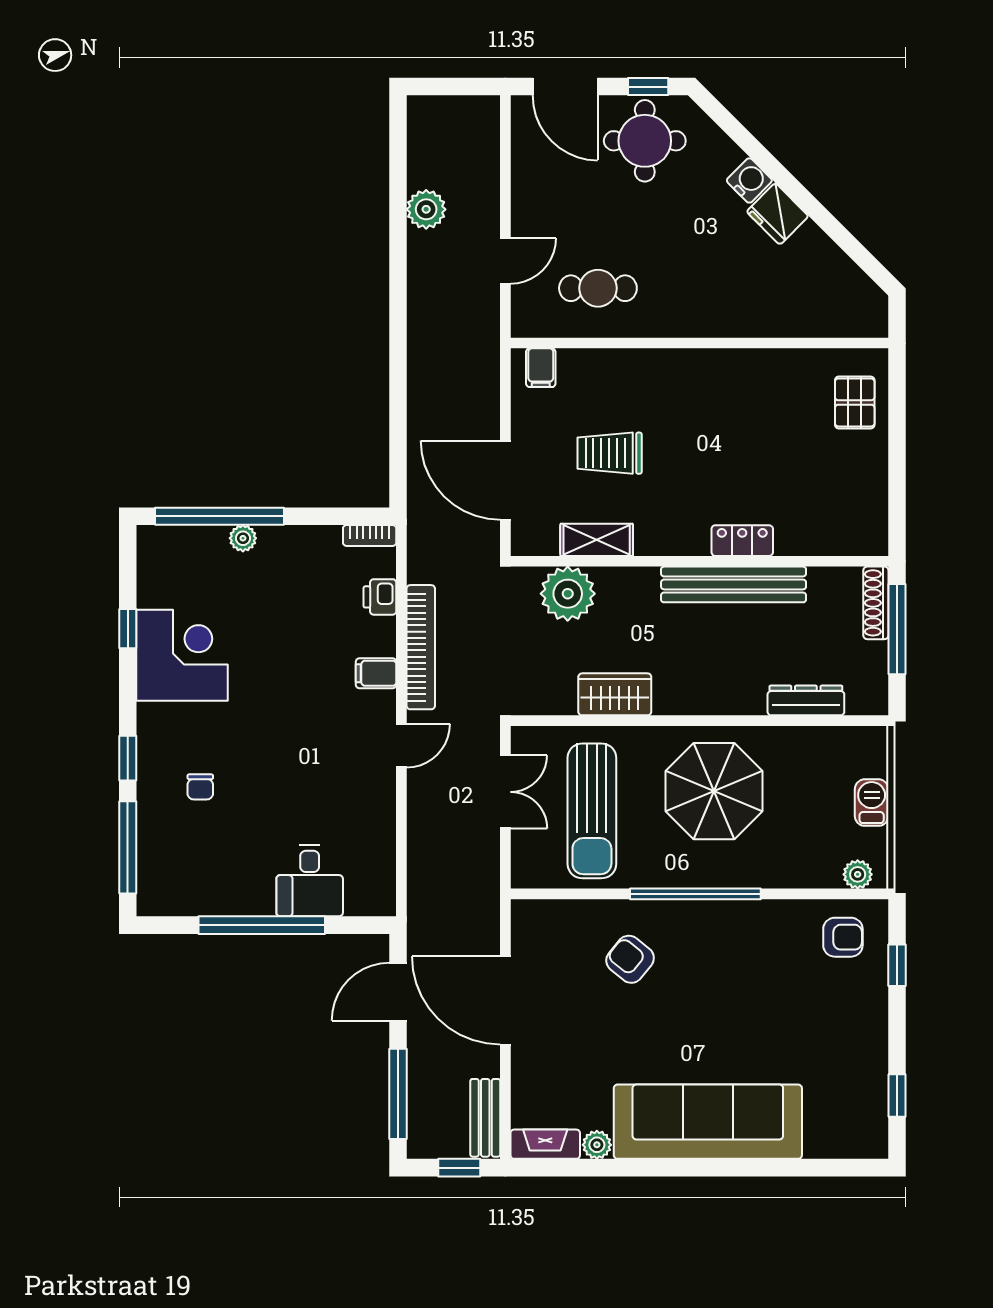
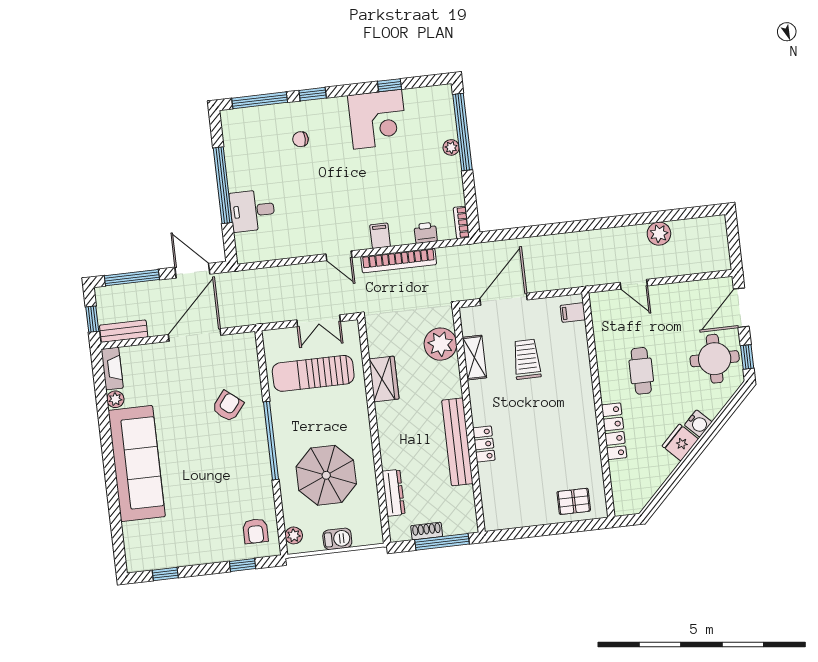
cafe table: (598, 288) -> (641, 371), moved
locker: (746, 322) -> (614, 431), added
shoe rack: (876, 603) -> (427, 531), moved, width x0.70
parasol: (714, 791) -> (326, 475), moved

